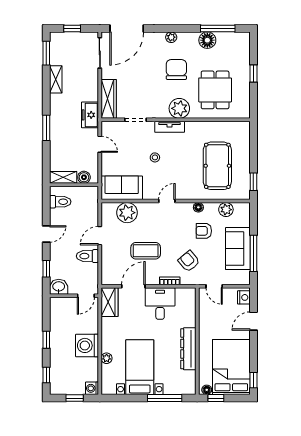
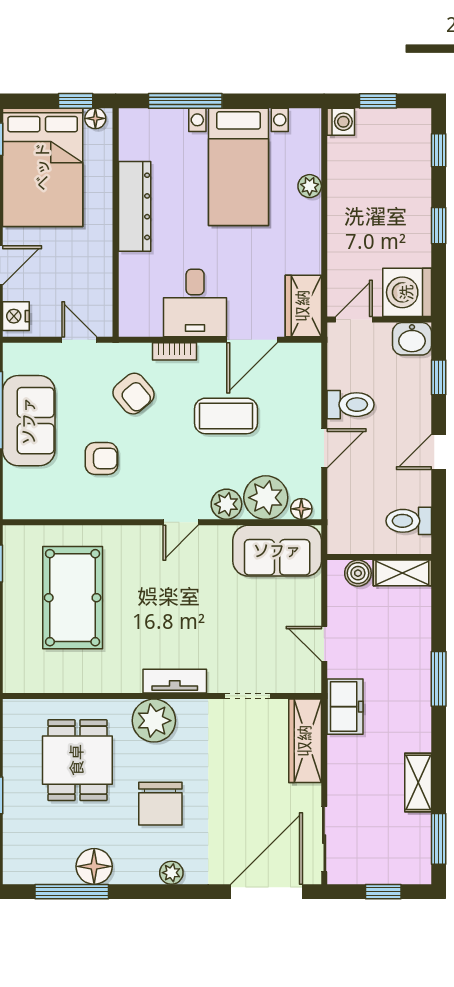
stool: (155, 157) -> (206, 616), removed
floor lamp: (198, 207) -> (301, 509), moved
plant: (226, 210) -> (226, 504), moved
washing machine: (87, 345) -> (407, 292), moved, turned 180

